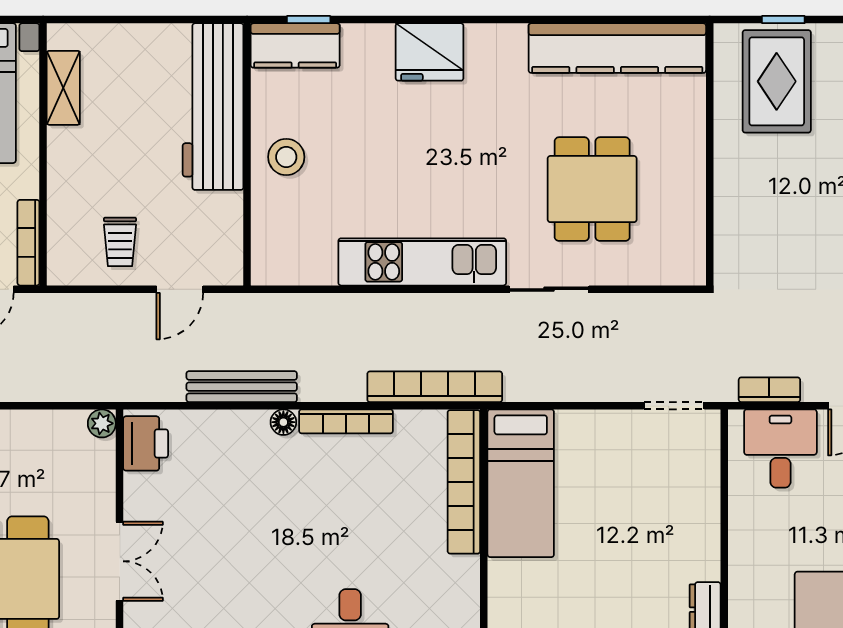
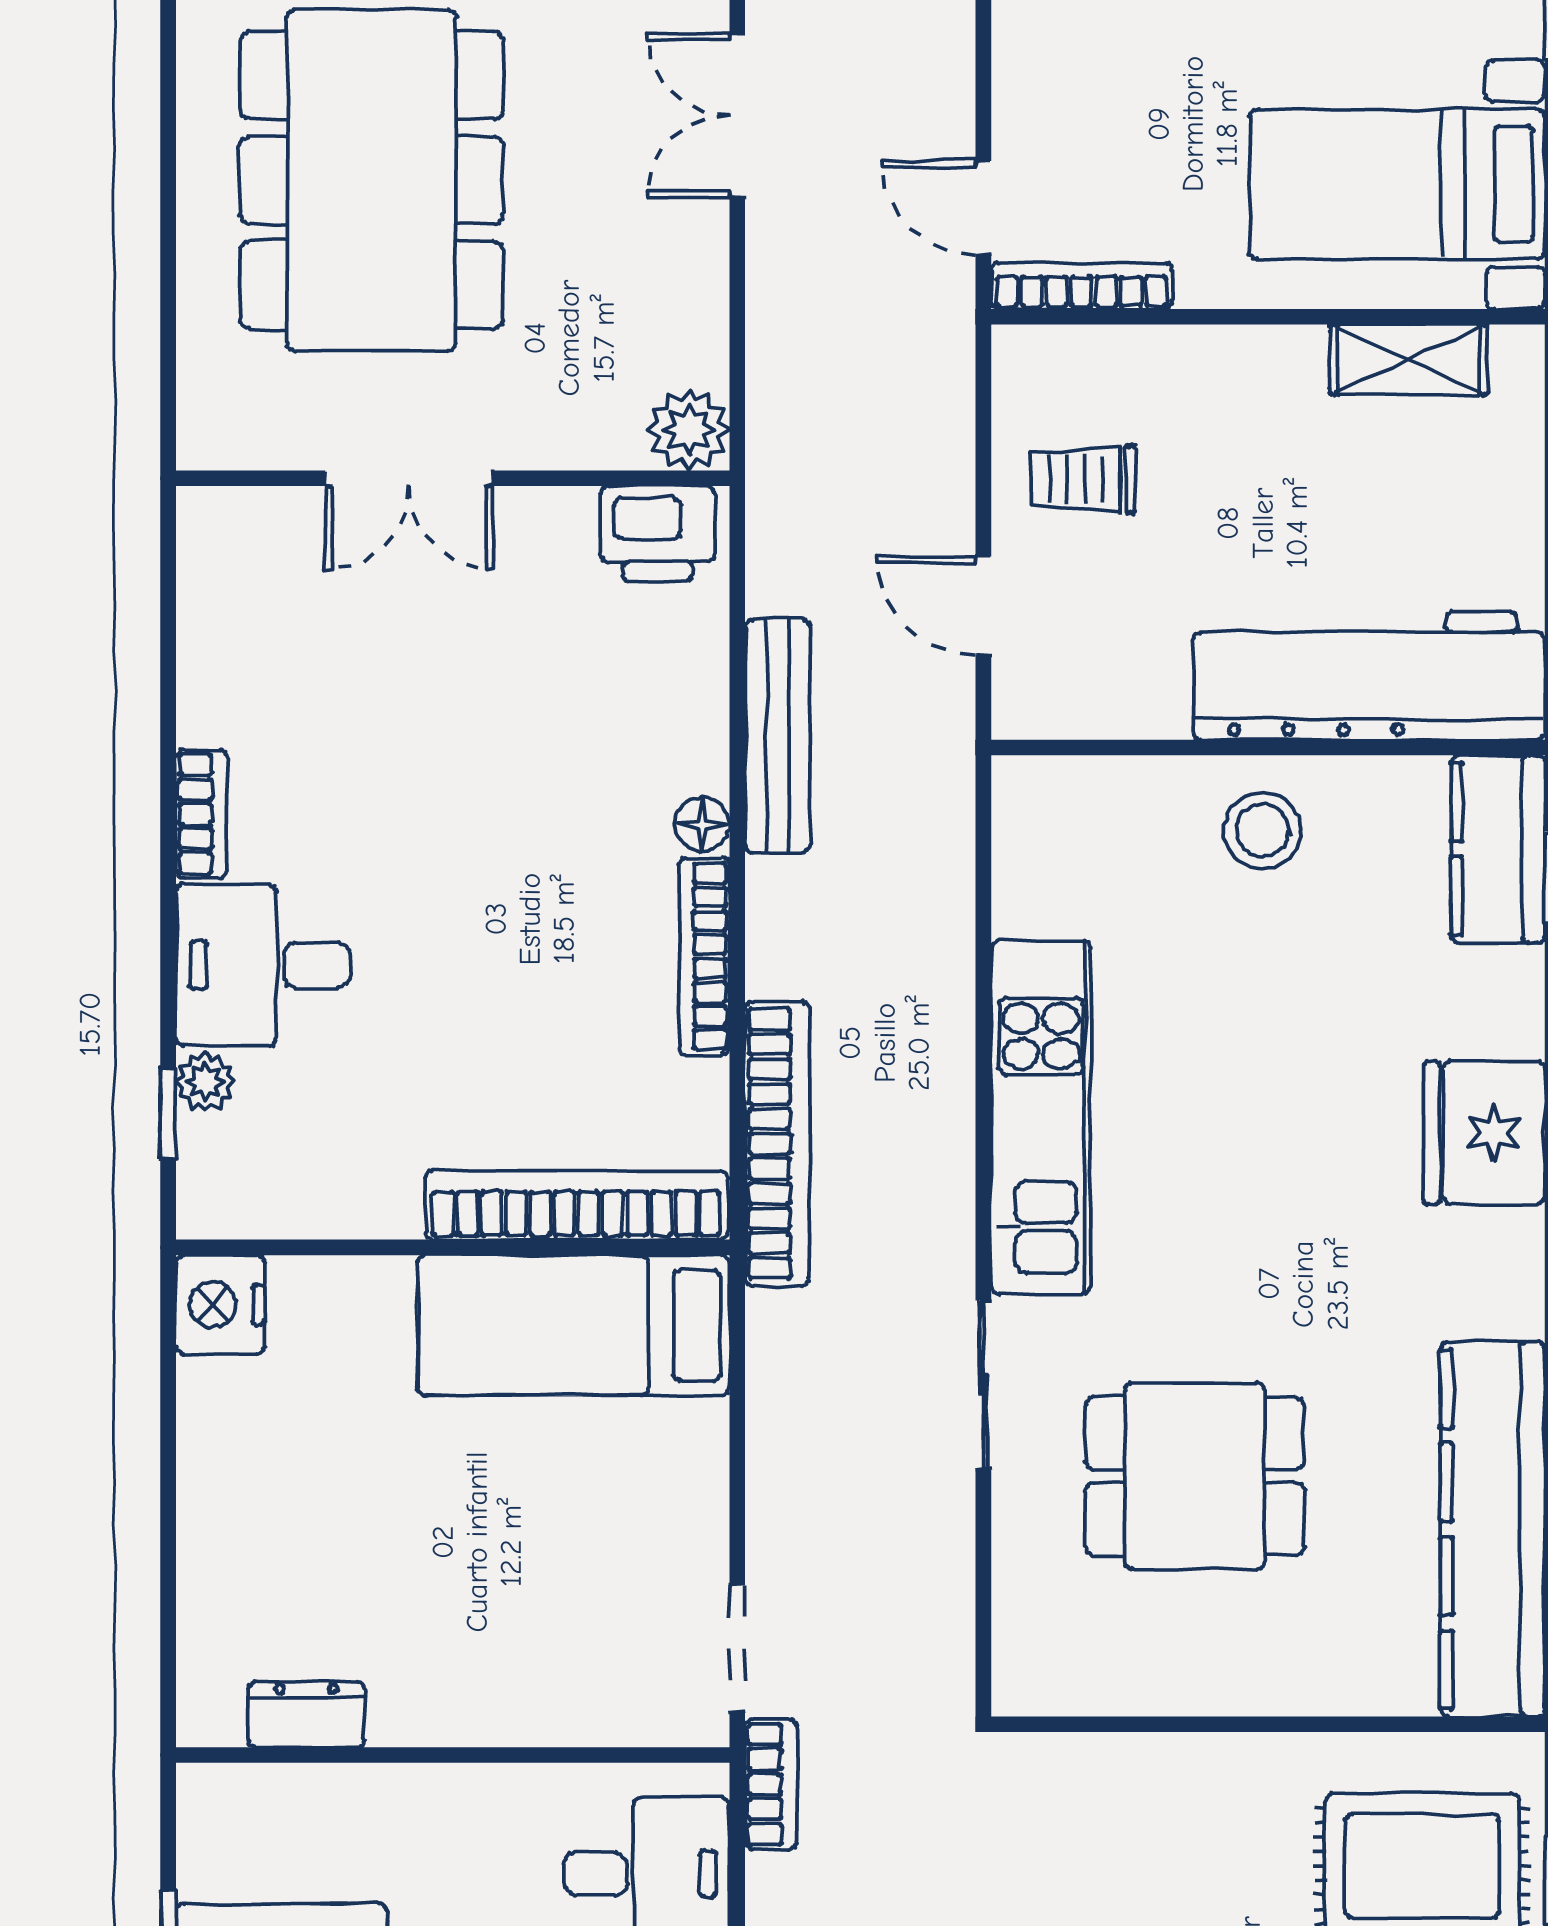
bookcase: (769, 390) -> (771, 1784), moved
plant: (102, 423) -> (689, 430), width x1.38, depth x1.38

